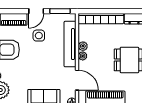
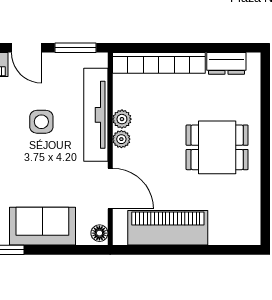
door: (36, 11) -> (27, 48), hinge flipped
side table: (39, 36) -> (41, 122), moved

